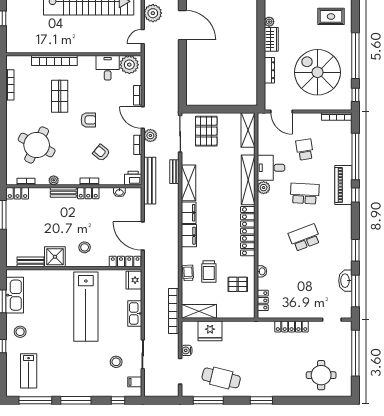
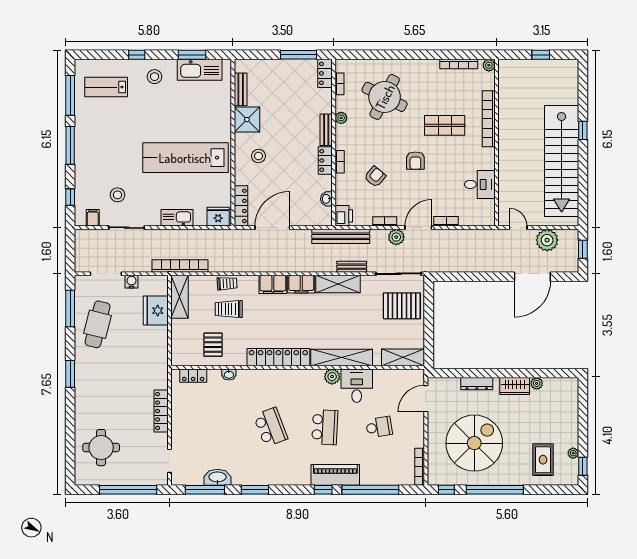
plant: (129, 65) -> (489, 65), moved, width x0.53, depth x0.53

